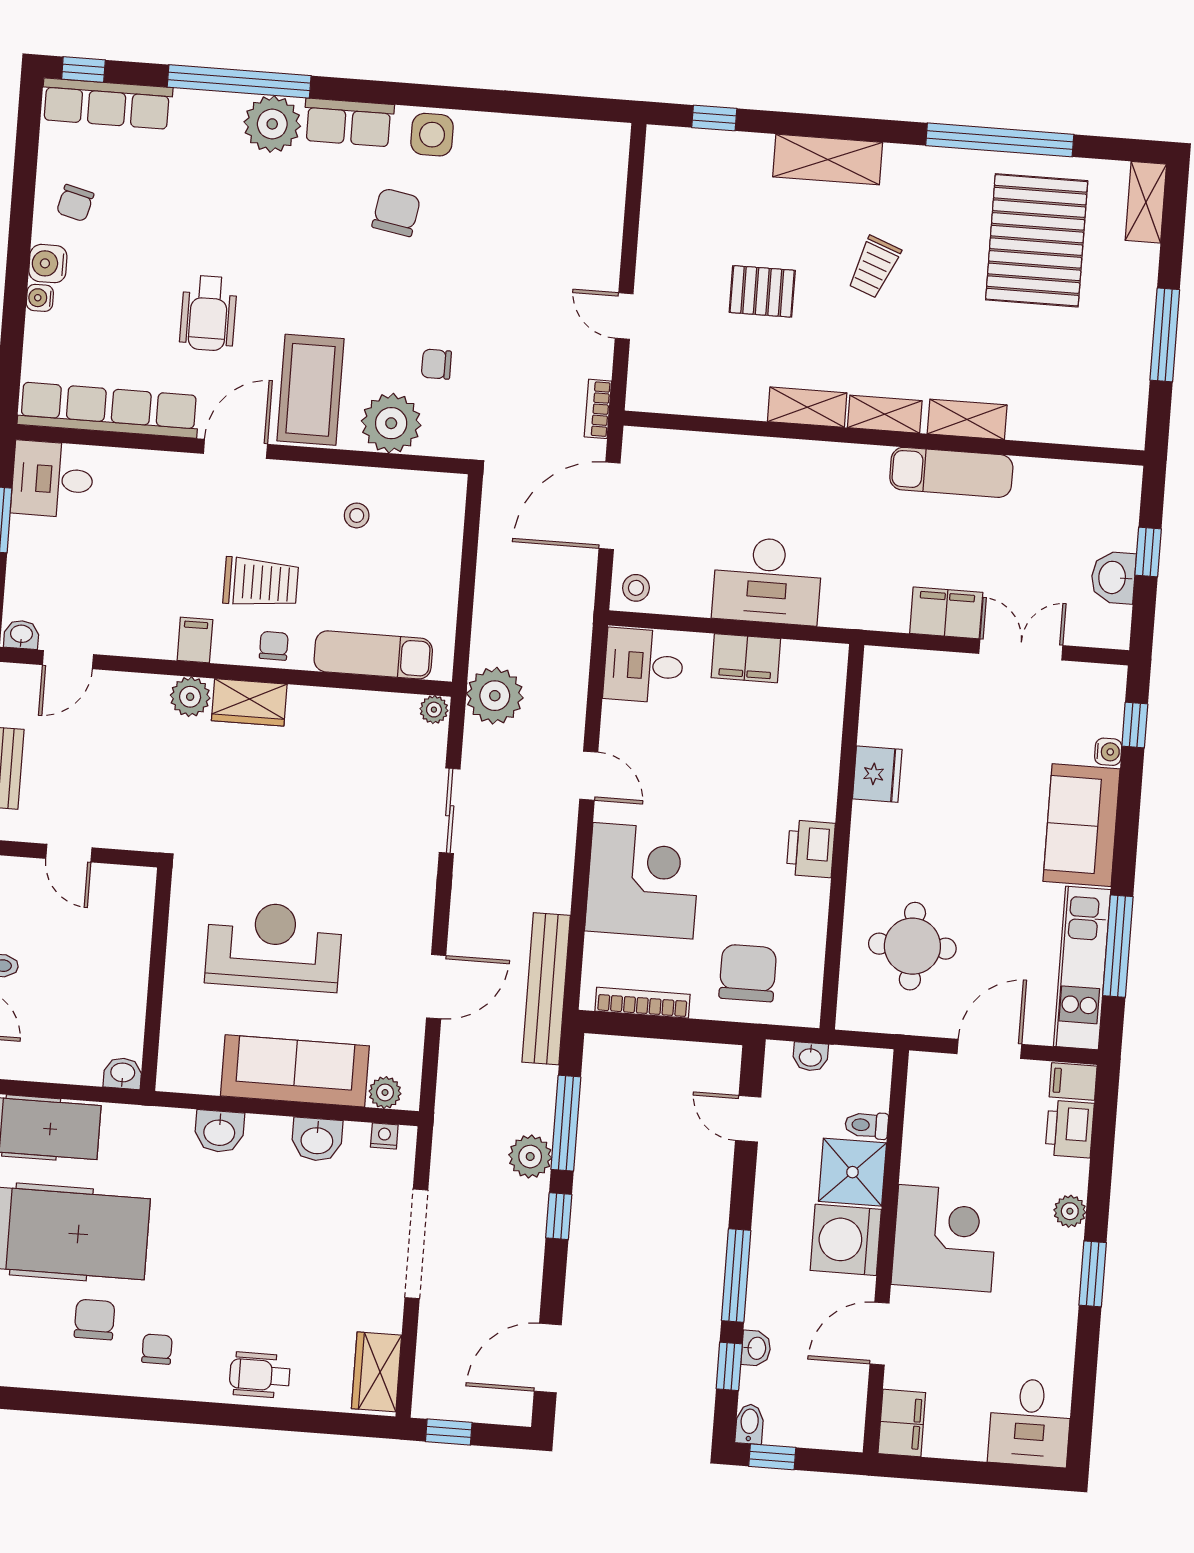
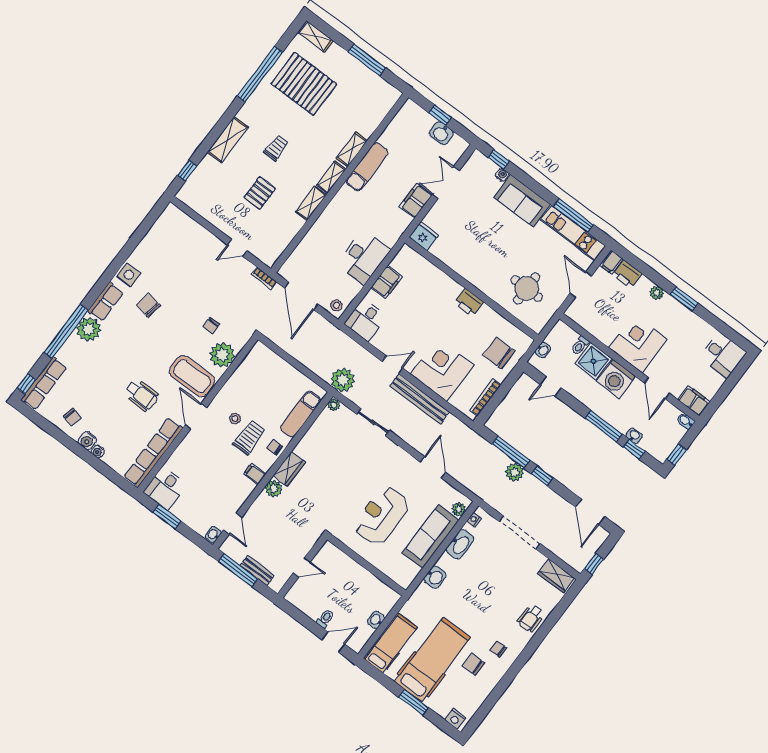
trolley: (874, 267) -> (276, 148), turned -111
stool: (357, 515) -> (235, 419), moved
fridge: (877, 774) -> (424, 236), moved
bench: (546, 989) -> (420, 399), moved
washbasin: (123, 1073) -> (376, 620), moved
washbasin: (317, 1139) -> (460, 544), width x1.38
bidet: (749, 1424) -> (685, 421), moved

